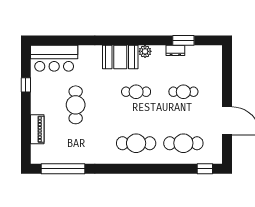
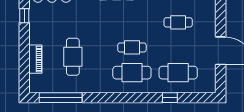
cafe table: (136, 92) -> (132, 47), moved
cafe table: (76, 105) -> (73, 57), moved
window: (205, 169) -> (170, 98), moved

